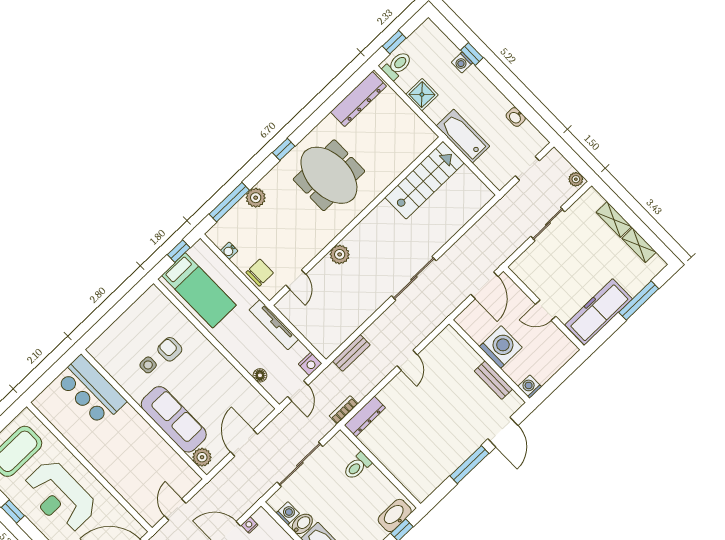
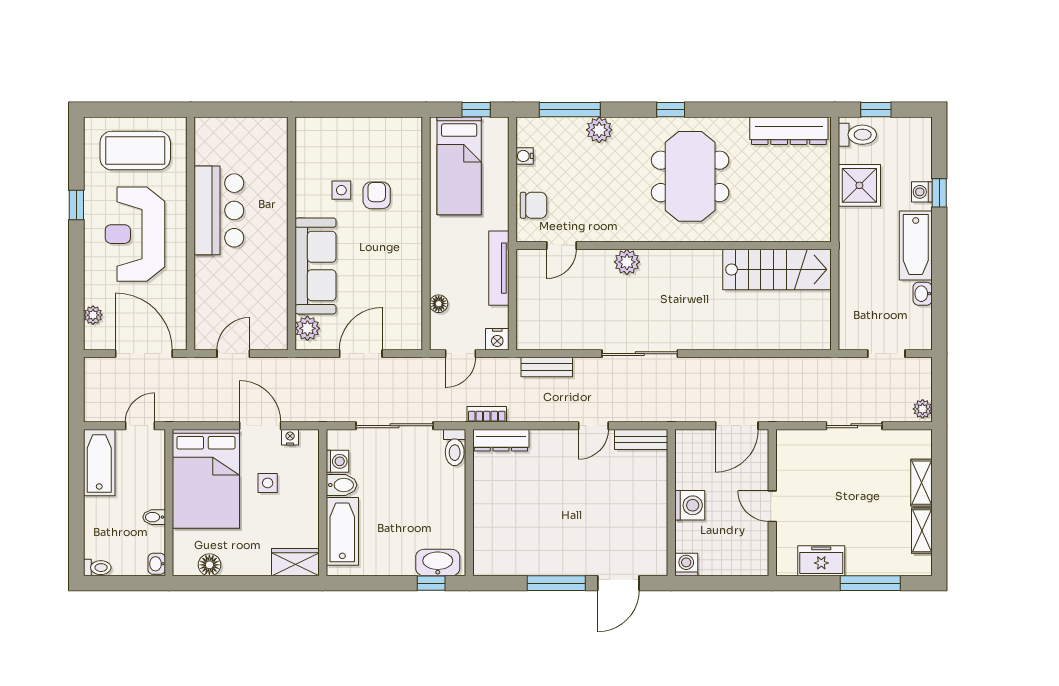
shower: (422, 95) -> (859, 185), width x1.36, depth x1.36
bathtub: (463, 136) -> (916, 245), moved, turned 180
sliding door: (414, 278) -> (640, 354), moved
freezer: (599, 312) -> (821, 561), width x0.52, depth x0.79
washing machine: (501, 347) -> (690, 505), width x0.73, depth x0.73
bench: (493, 380) -> (641, 439), moved, turned 90
bar counter: (91, 390) -> (219, 210), moved, turned 180
toilet: (357, 466) -> (455, 448), moved, turned -90

